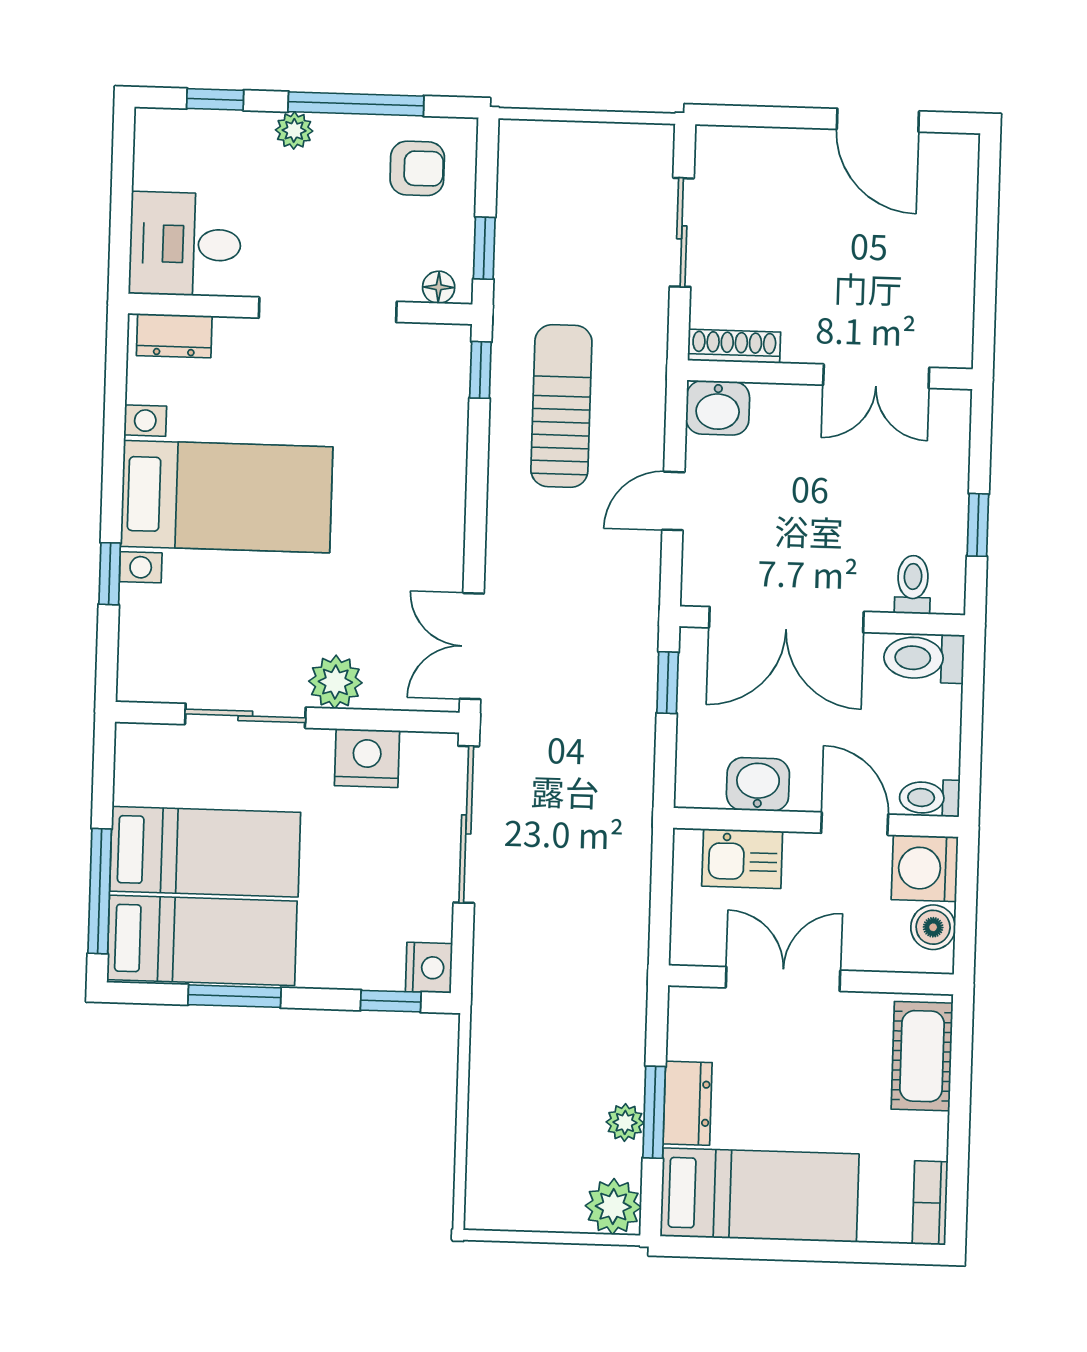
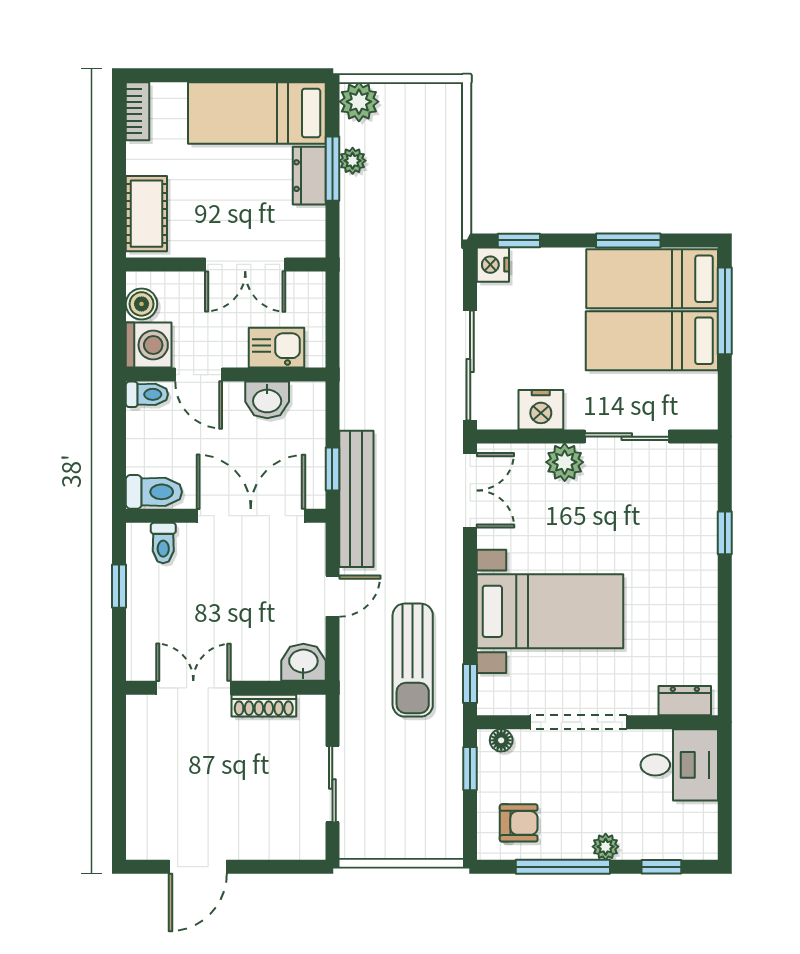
door: (878, 120) -> (198, 867), swing flipped
armchair: (417, 168) -> (519, 823), turned 180
shoe rack: (734, 346) -> (264, 706), moved
bed with nightstands: (227, 497) -> (550, 611), moved, turned 180
bench: (635, 639) -> (356, 499), added

